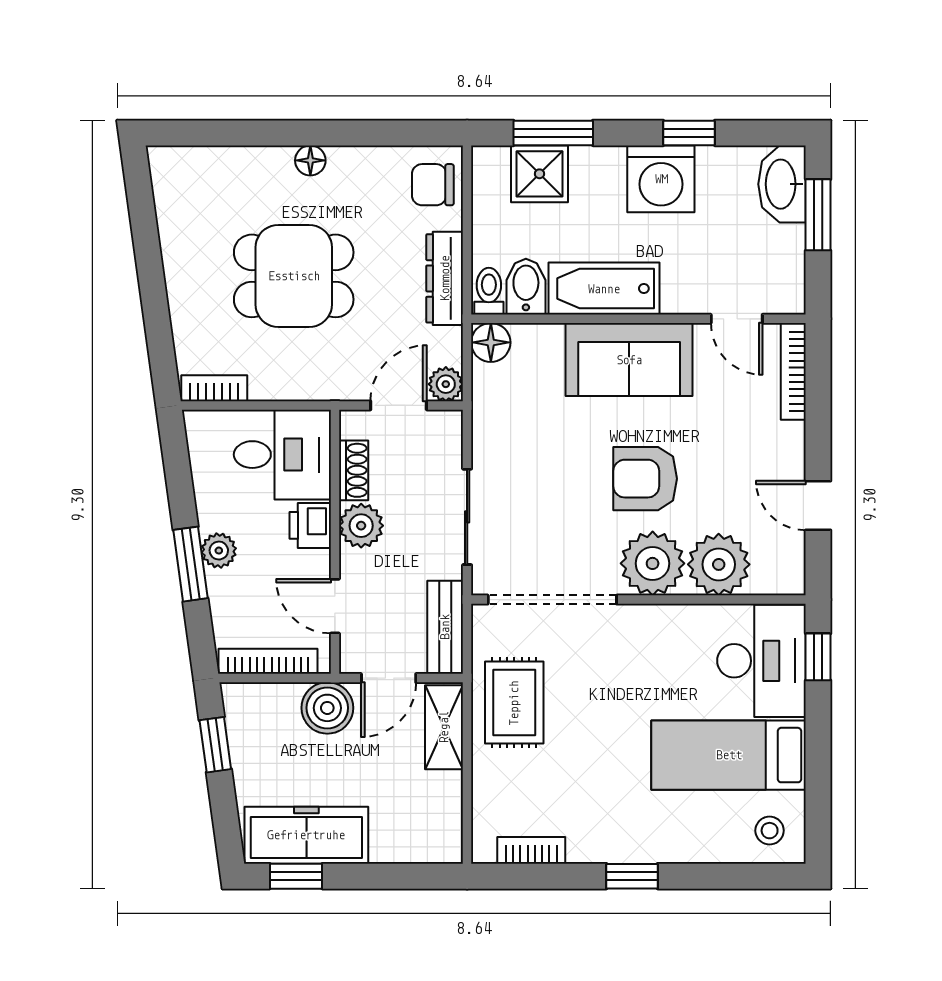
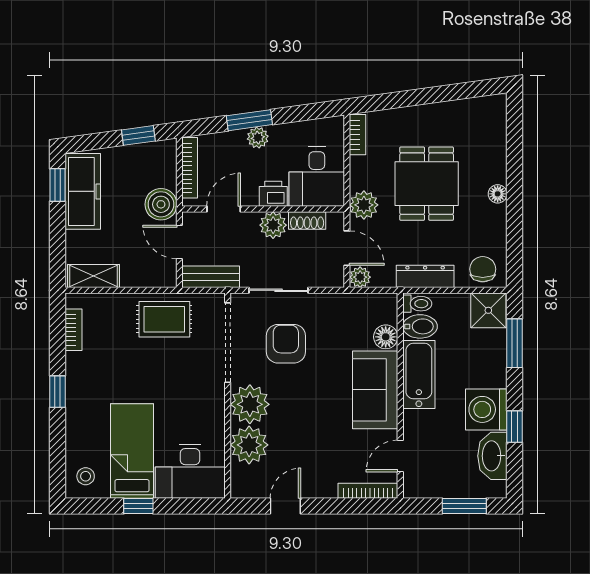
shower: (539, 174) -> (488, 310), moved
washbasin: (782, 184) -> (492, 456), moved, turned -90
floor lamp: (491, 342) -> (386, 337), moved
plant: (328, 378) -> (364, 205), added
armchair: (645, 479) -> (286, 344), moved
window: (818, 657) -> (138, 506), moved
shelving: (444, 727) -> (94, 276), moved

